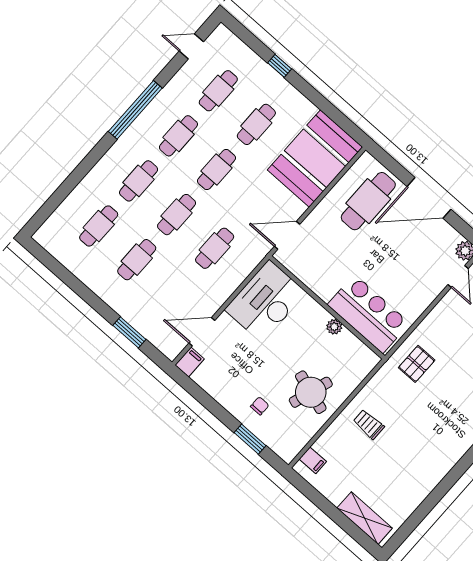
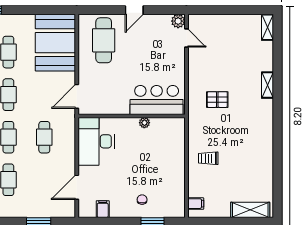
door: (429, 198) -> (134, 10), width x0.53
filing cabinet: (190, 362) -> (103, 209), moved
pallet: (417, 364) -> (217, 100), moved, turned 90
round table: (311, 392) -> (163, 168), removed

